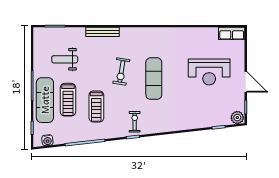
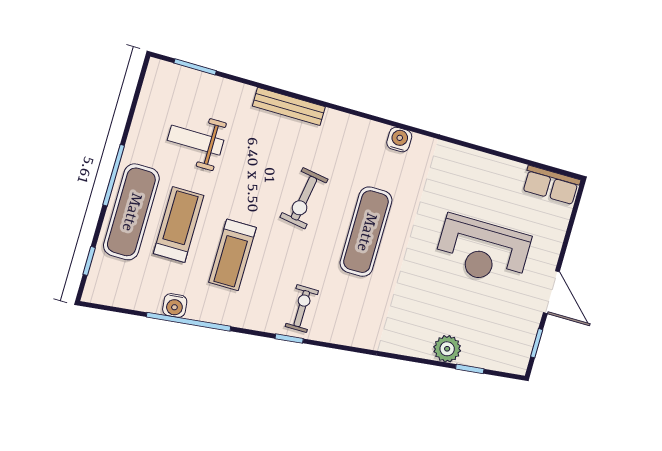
water cooler: (157, 33) -> (399, 140), added
treadmill: (68, 100) -> (179, 224), turned 180
plant: (237, 118) -> (447, 349), moved
water cooler: (47, 140) -> (175, 305), moved

